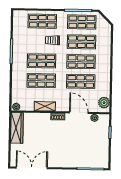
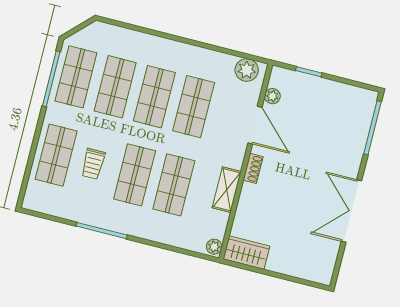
trolley: (53, 40) -> (93, 164), moved
door: (79, 113) -> (255, 125), swing flipped
wardrobe: (17, 128) -> (246, 253), width x0.67
double door: (32, 168) -> (351, 211), moved

